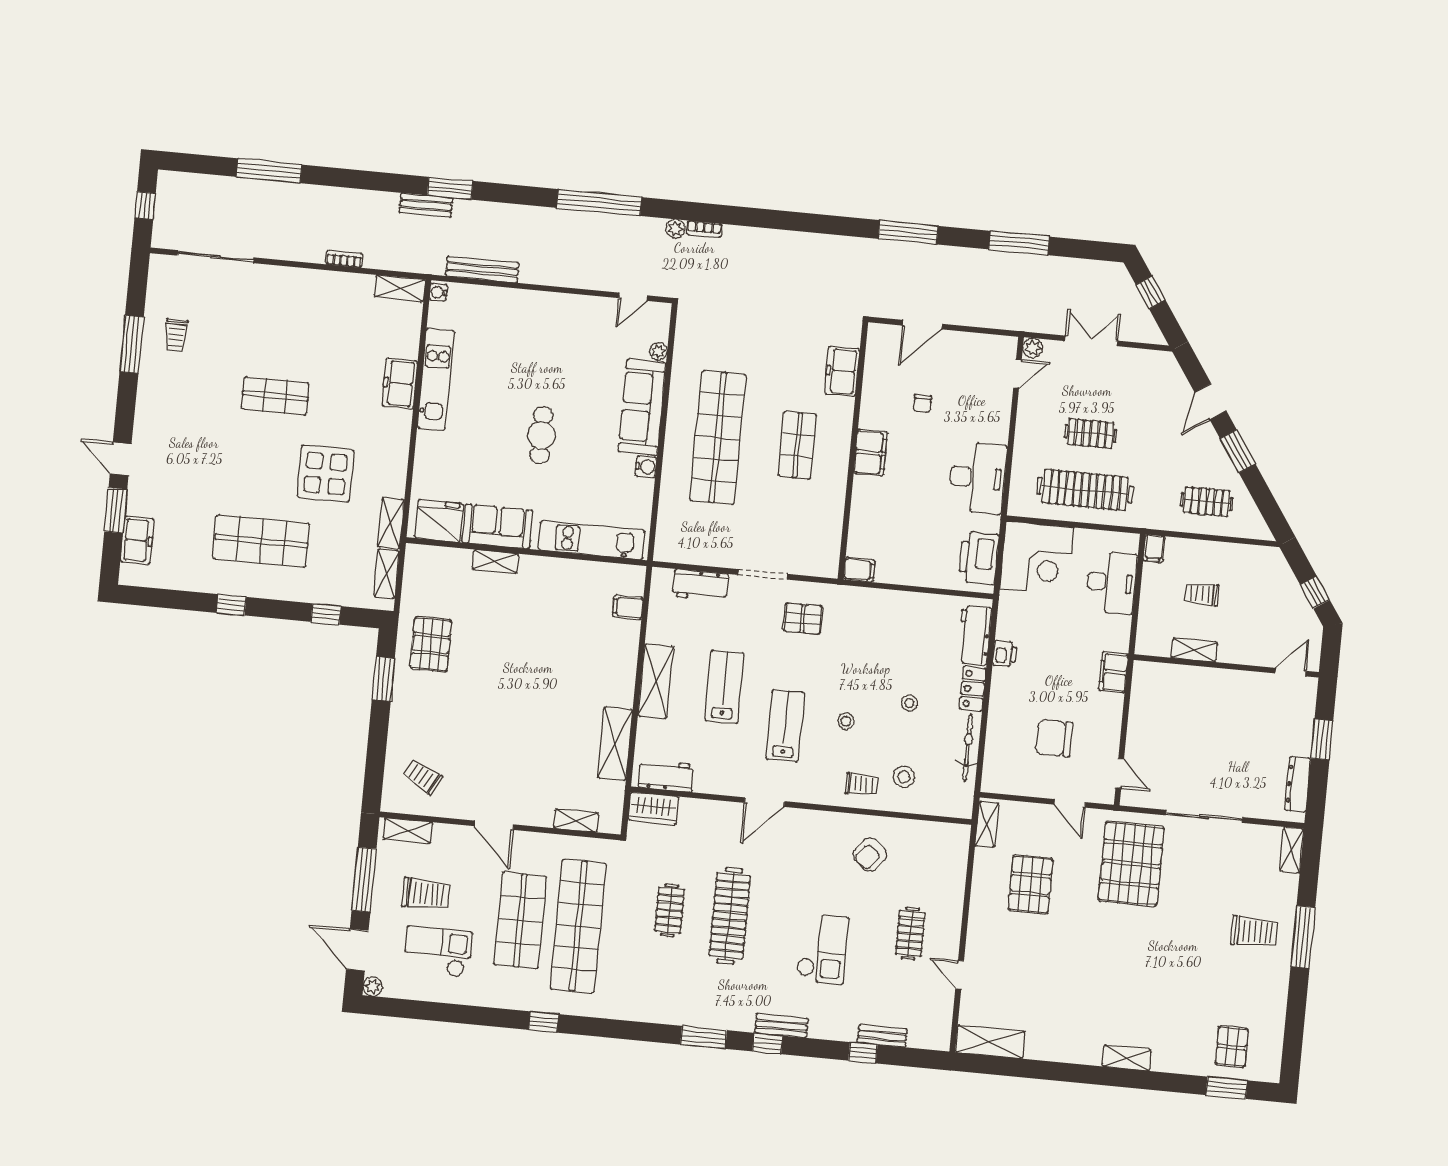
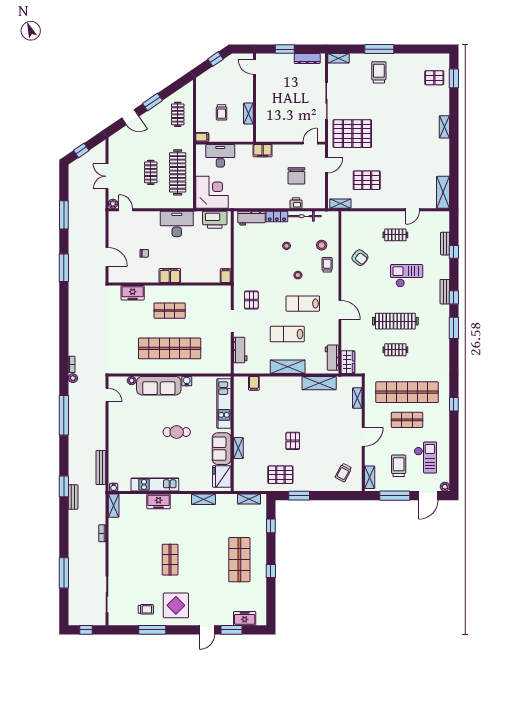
display table: (325, 473) -> (176, 605), moved
shelving: (391, 523) -> (203, 499), moved
printer: (1005, 654) -> (296, 203), moved
pallet: (500, 677) -> (293, 441), added
shop shelf: (520, 921) -> (407, 420), width x0.70, depth x0.74
checkout: (438, 952) -> (425, 457), turned 180

